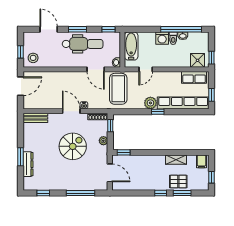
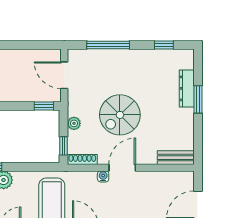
door: (71, 111) -> (122, 168), swing flipped

